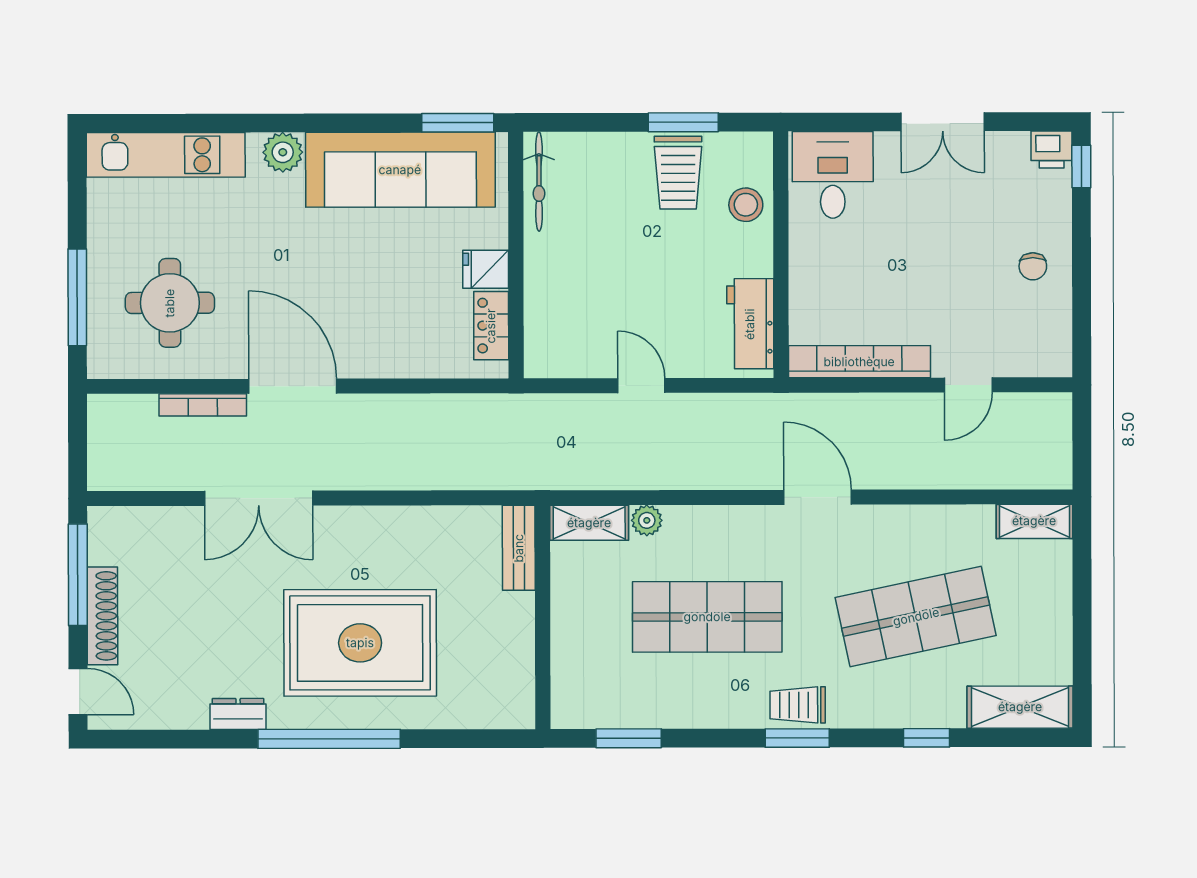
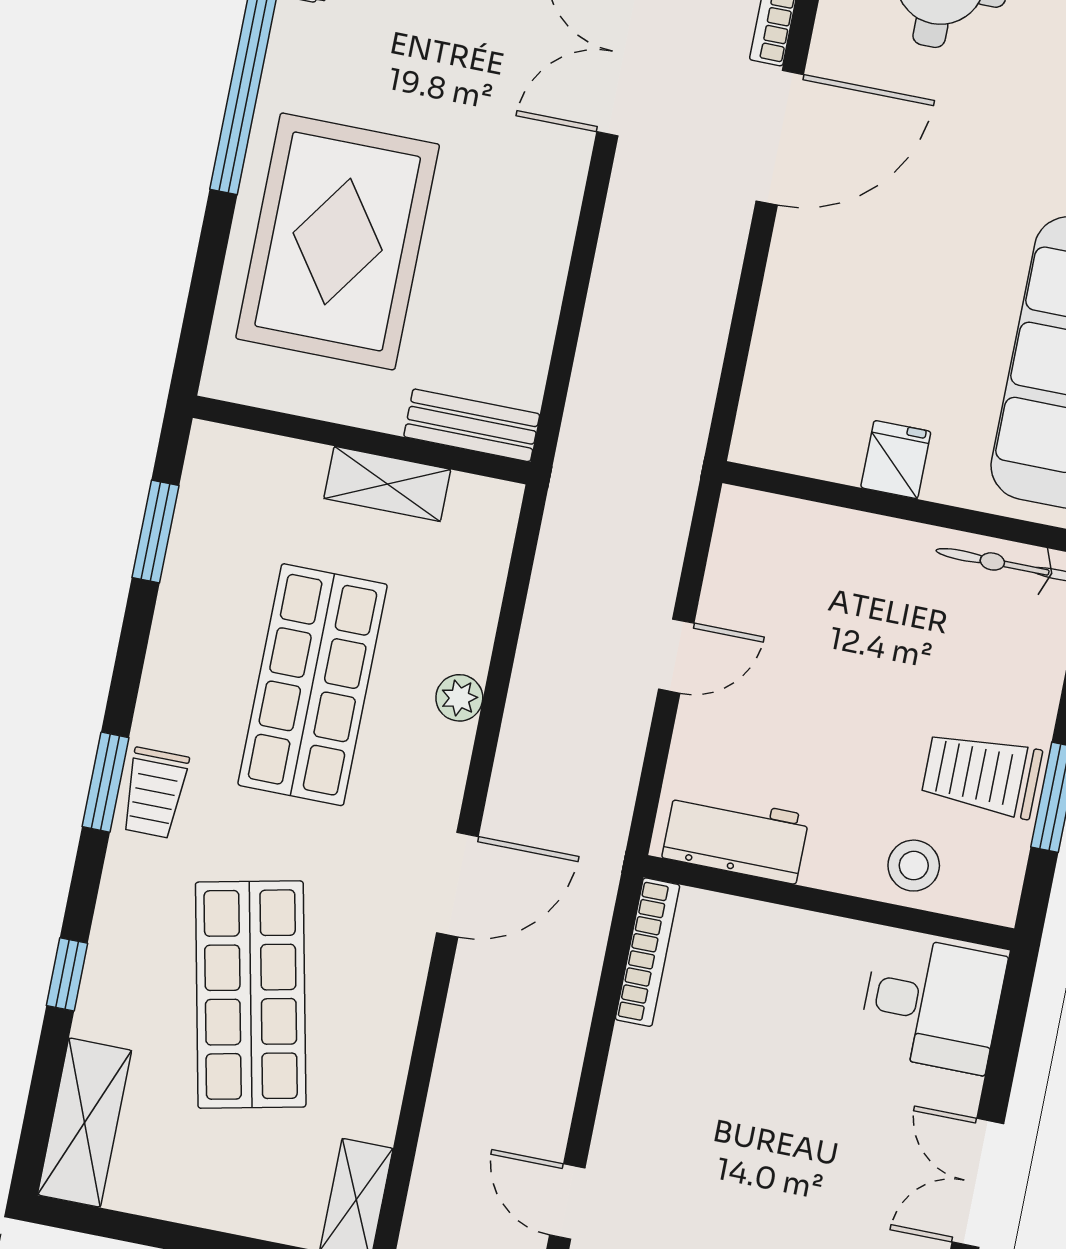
locker: (491, 326) -> (810, 451), removed
bookcase: (859, 362) -> (648, 952), width x0.68, depth x0.76
door: (968, 385) -> (567, 1201), moved
plant: (647, 520) -> (459, 698), moved
shelving: (589, 523) -> (387, 484), moved, turned 90
rug: (360, 643) -> (338, 241), moved
trolley: (798, 705) -> (155, 793), turned 180

